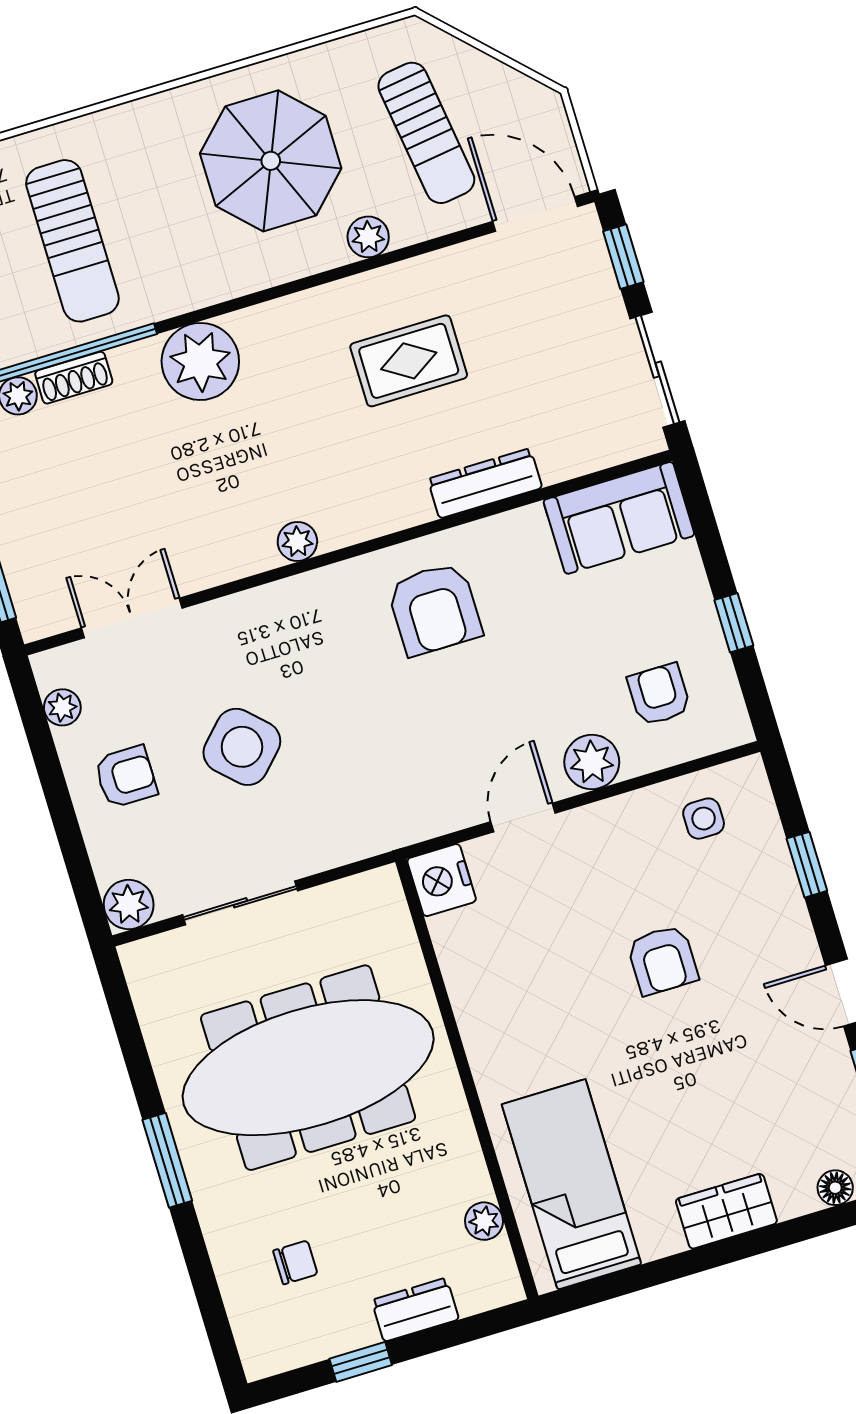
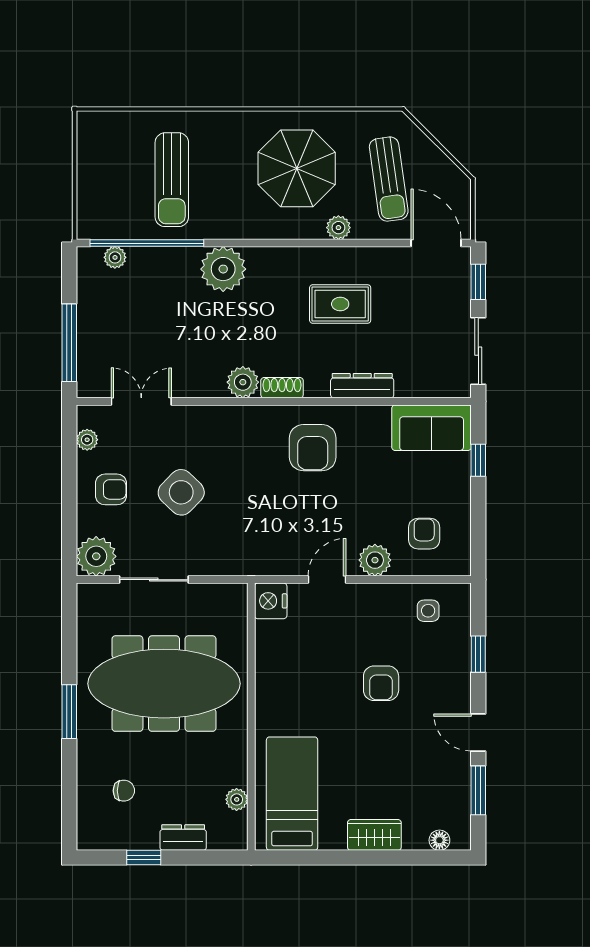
shoe rack: (74, 378) -> (282, 388), moved, turned 180
plant: (297, 541) -> (243, 382), width x1.38, depth x1.38
window: (734, 623) -> (478, 460), moved
plant: (129, 905) -> (96, 556), width x1.36, depth x1.36

